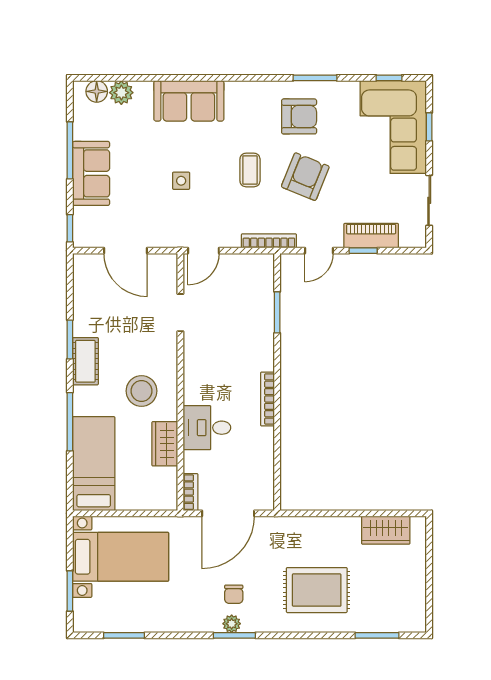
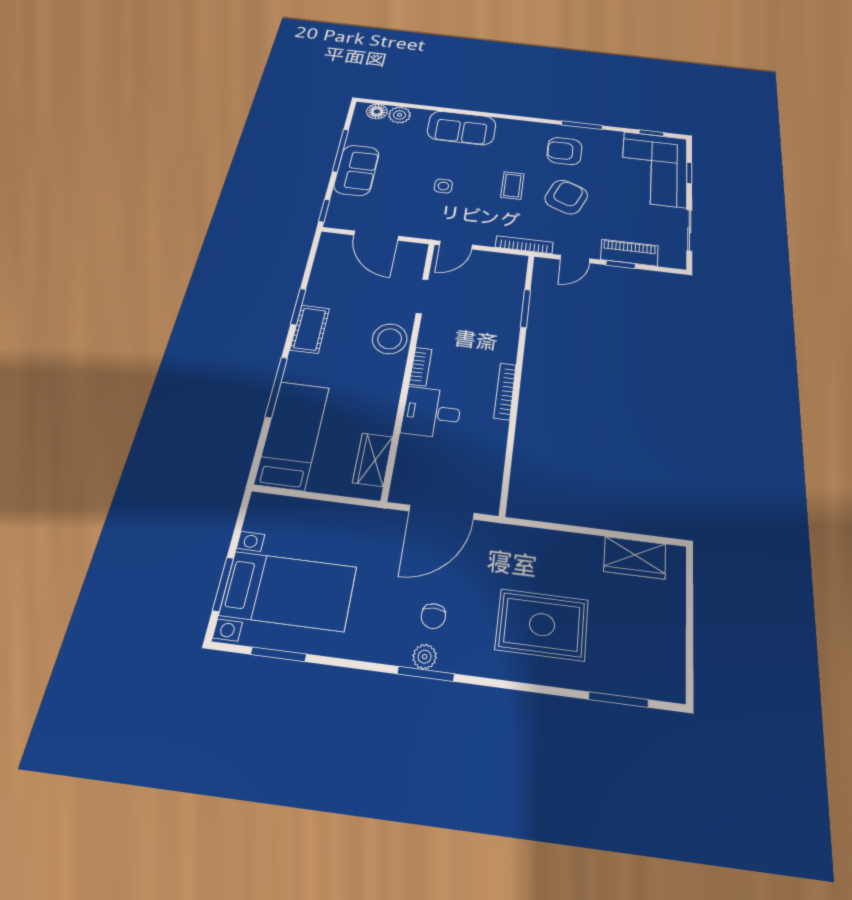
armchair: (299, 116) -> (564, 151), turned 180
stool: (141, 391) -> (390, 339), moved
wardrobe: (165, 444) -> (373, 460), moved
bookcase: (191, 492) -> (421, 367), moved
bed with nightstands: (121, 557) -> (289, 591), moved

